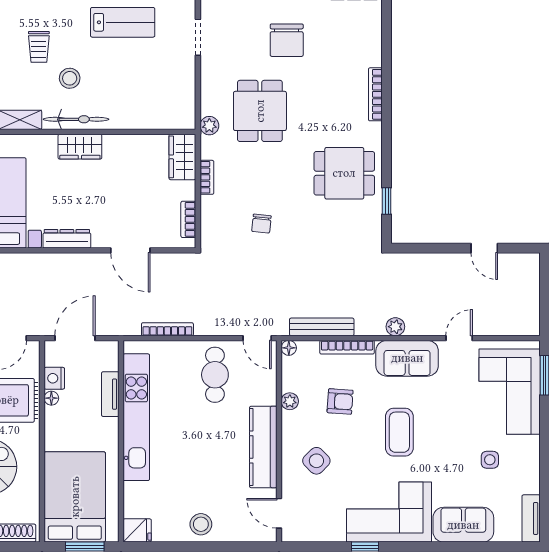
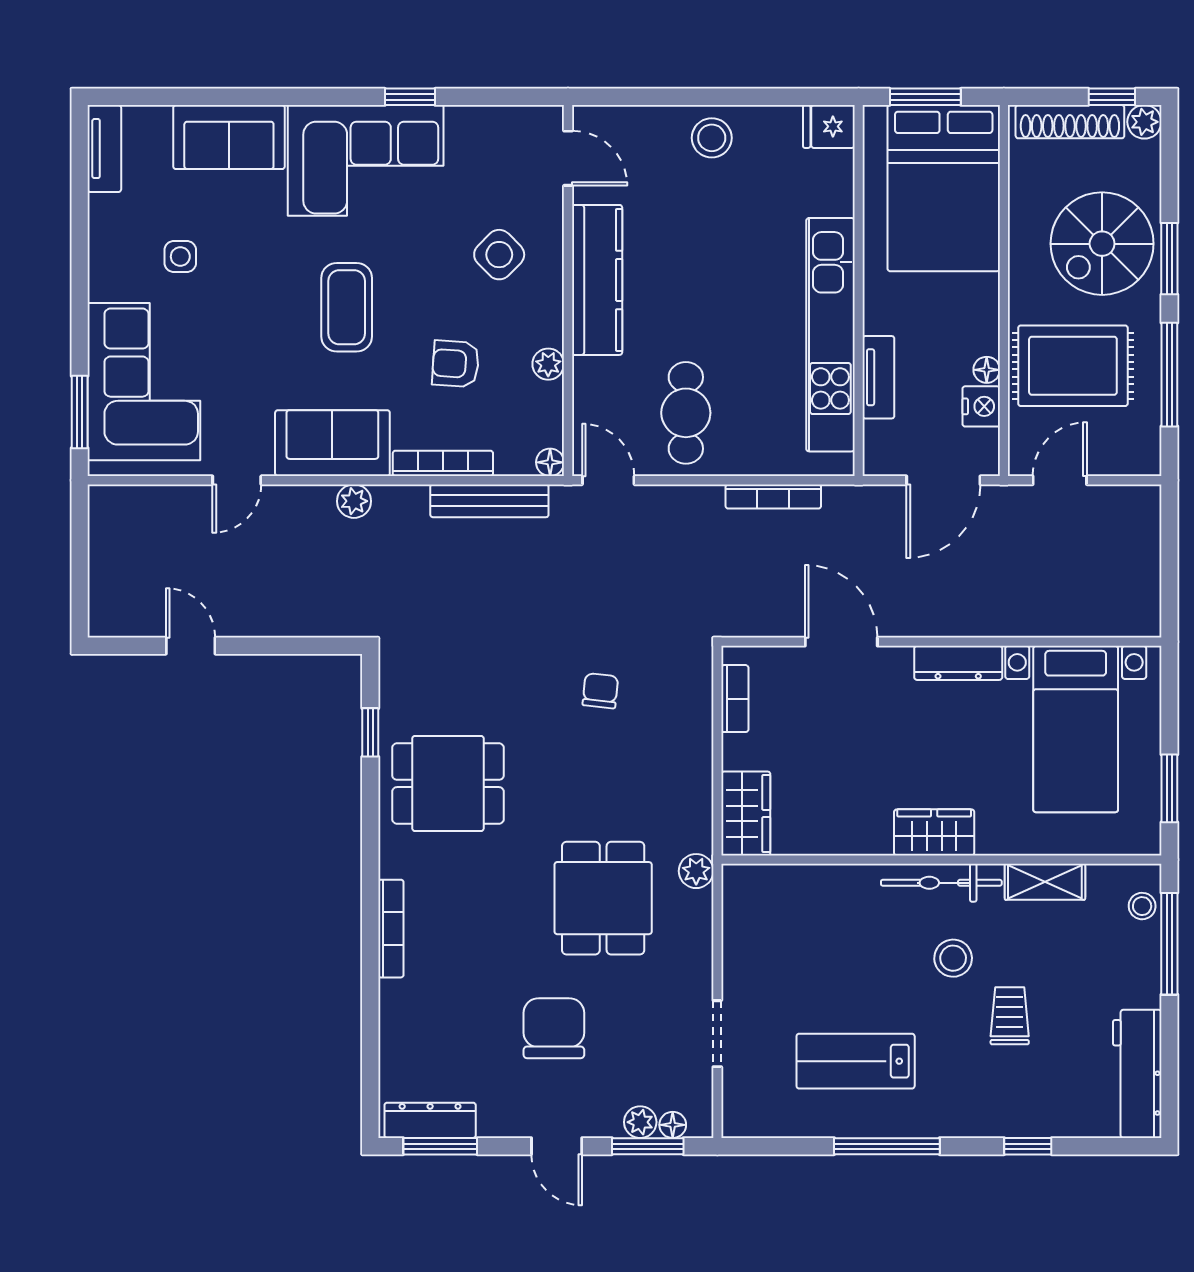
bookcase: (207, 177) -> (701, 776), removed

